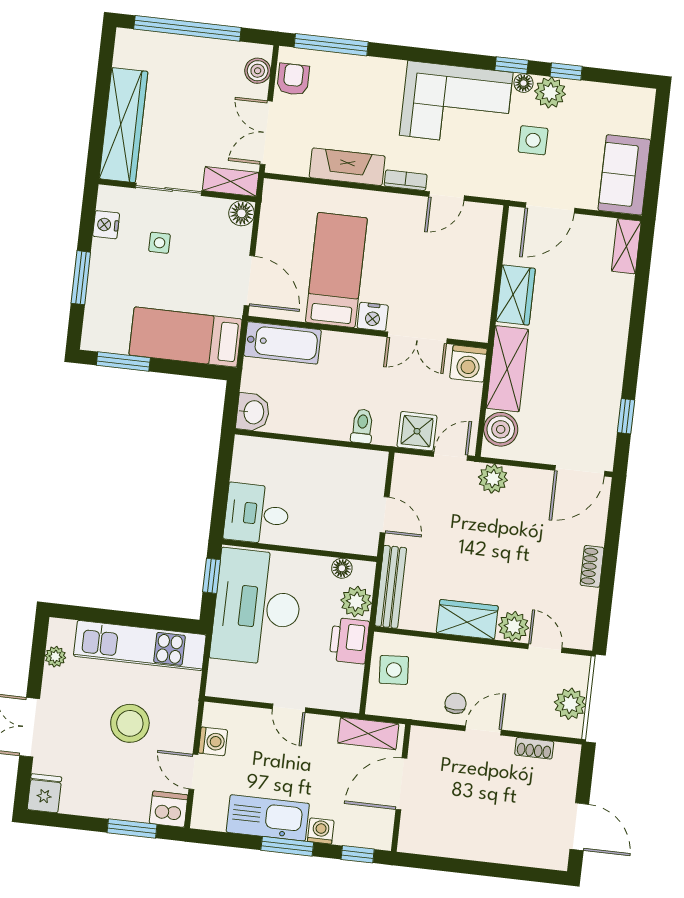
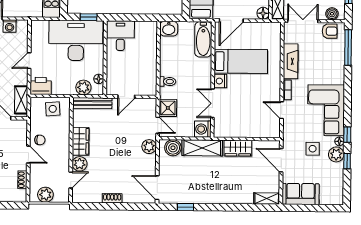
printer: (349, 641) -> (41, 86), moved

